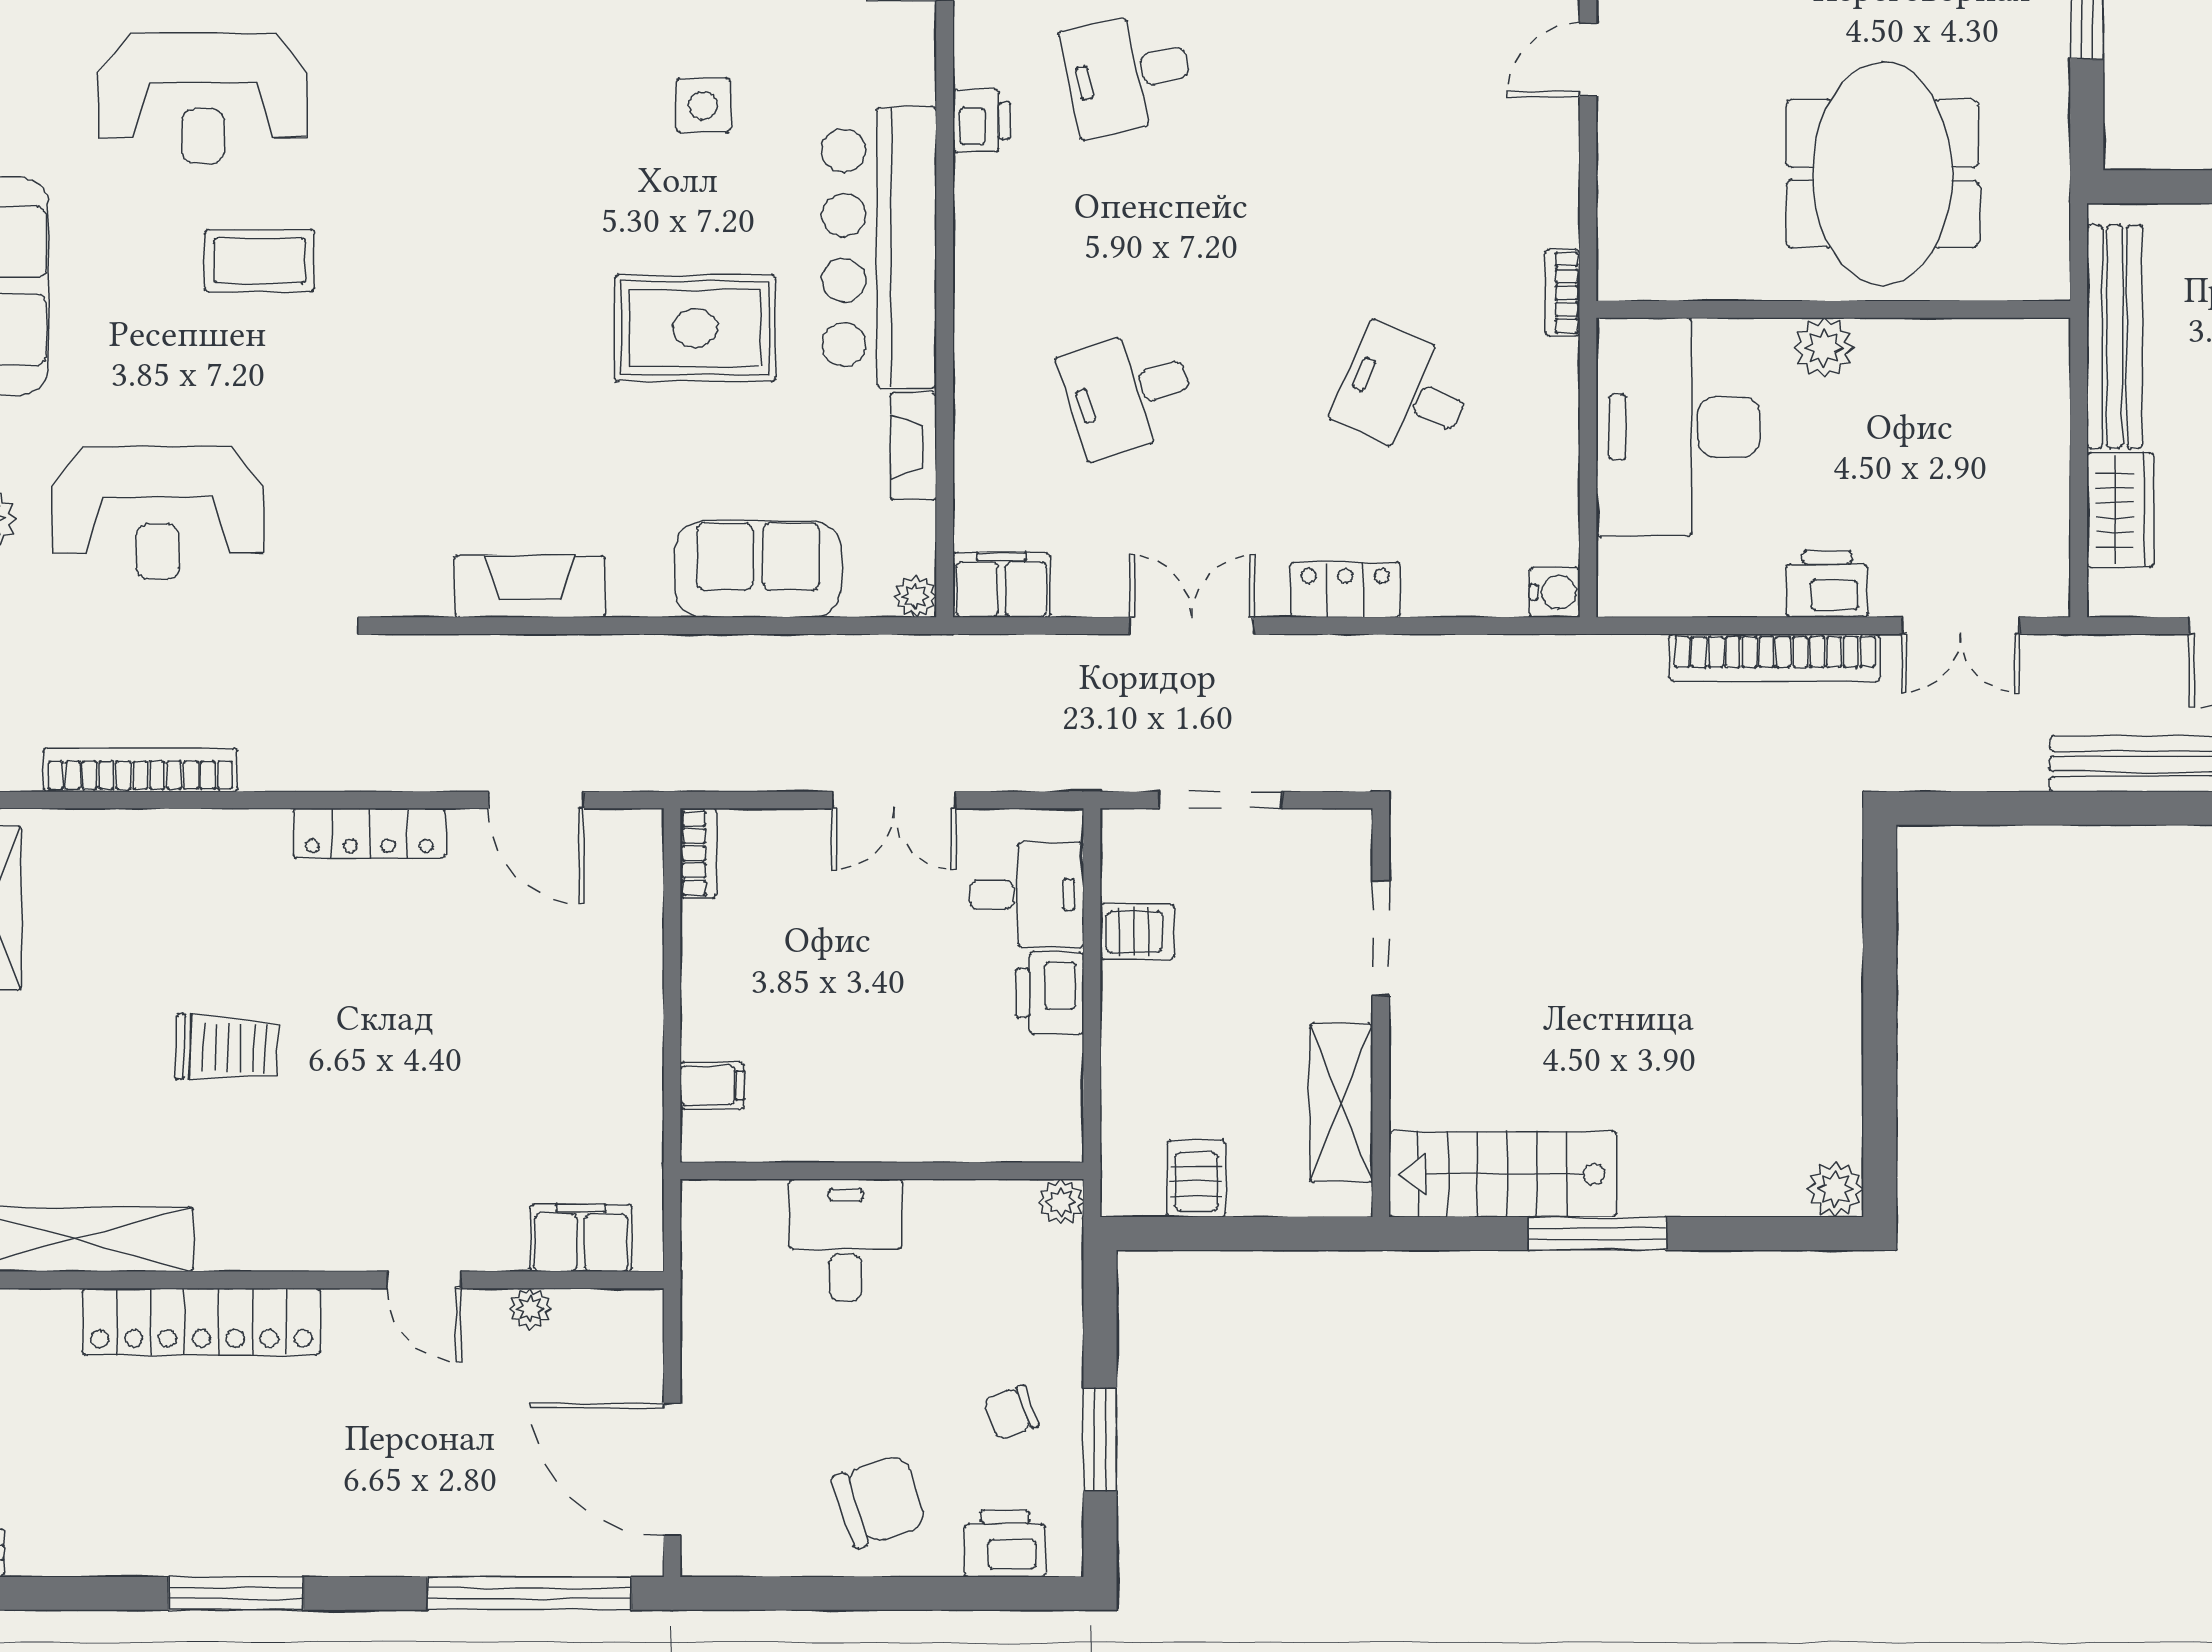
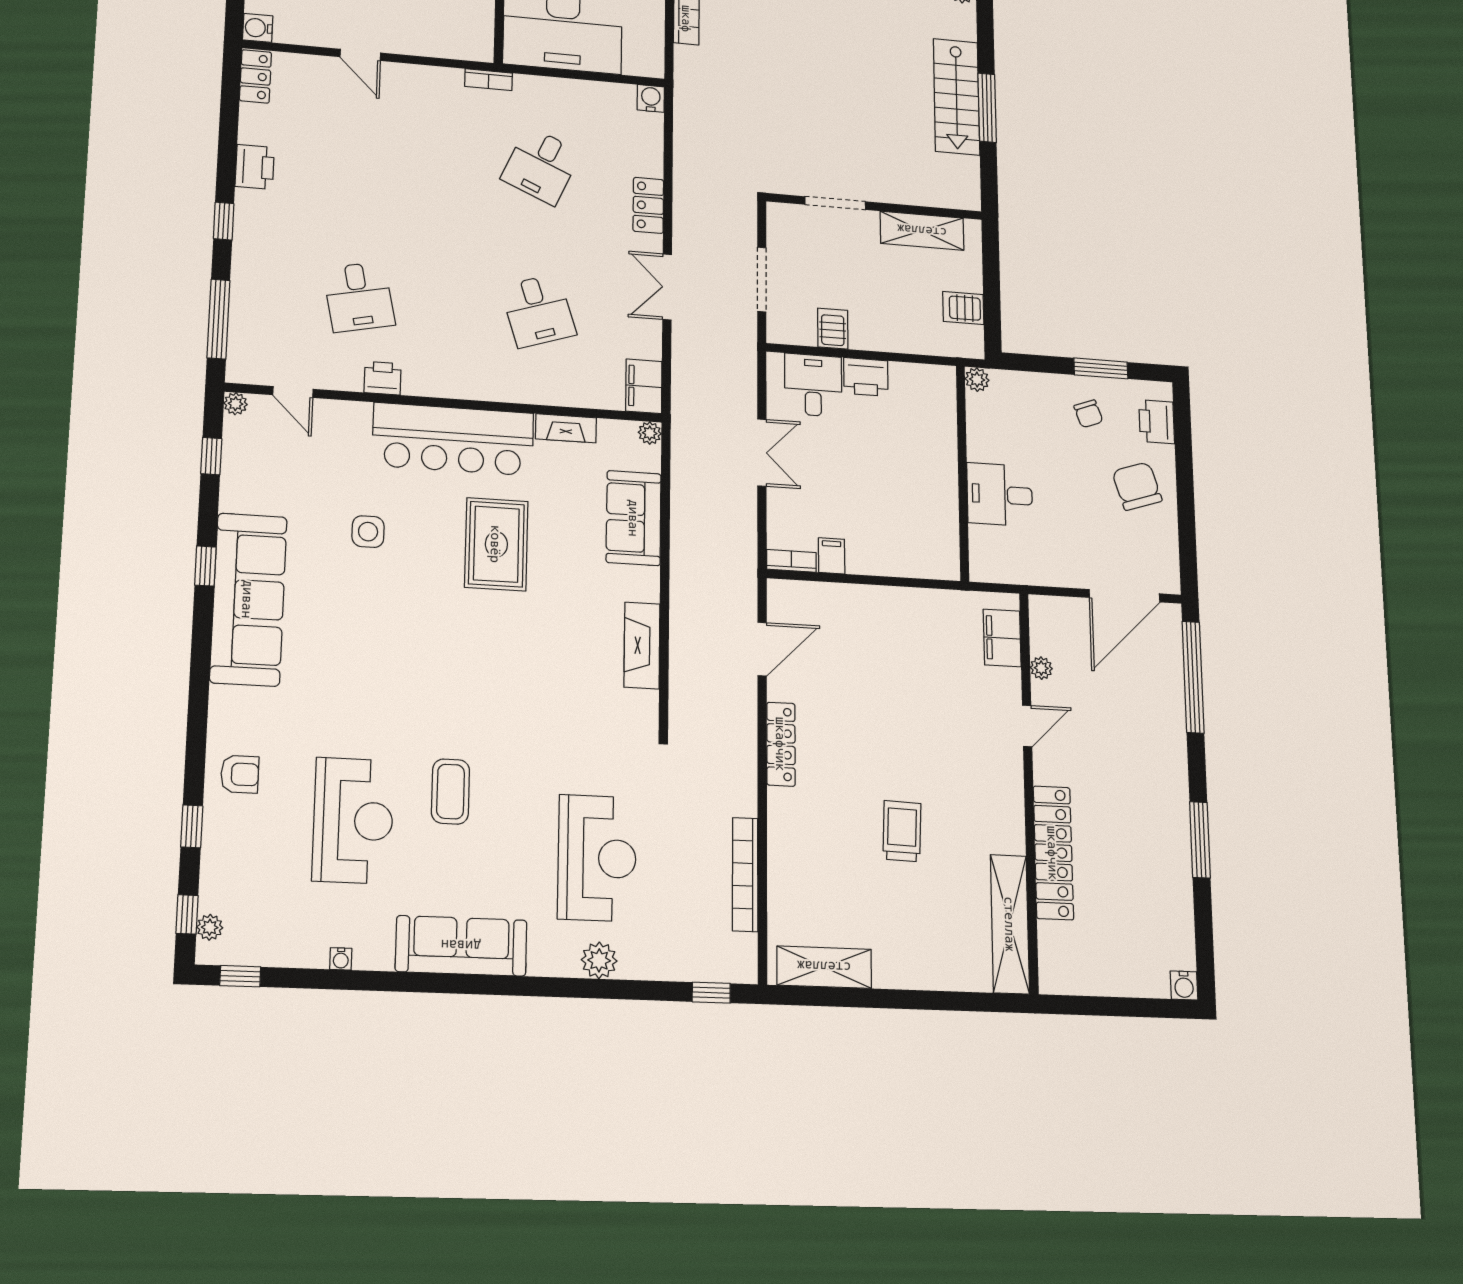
filing cabinet: (712, 1085) -> (832, 556), moved
stairs: (1503, 1174) -> (956, 97), moved

